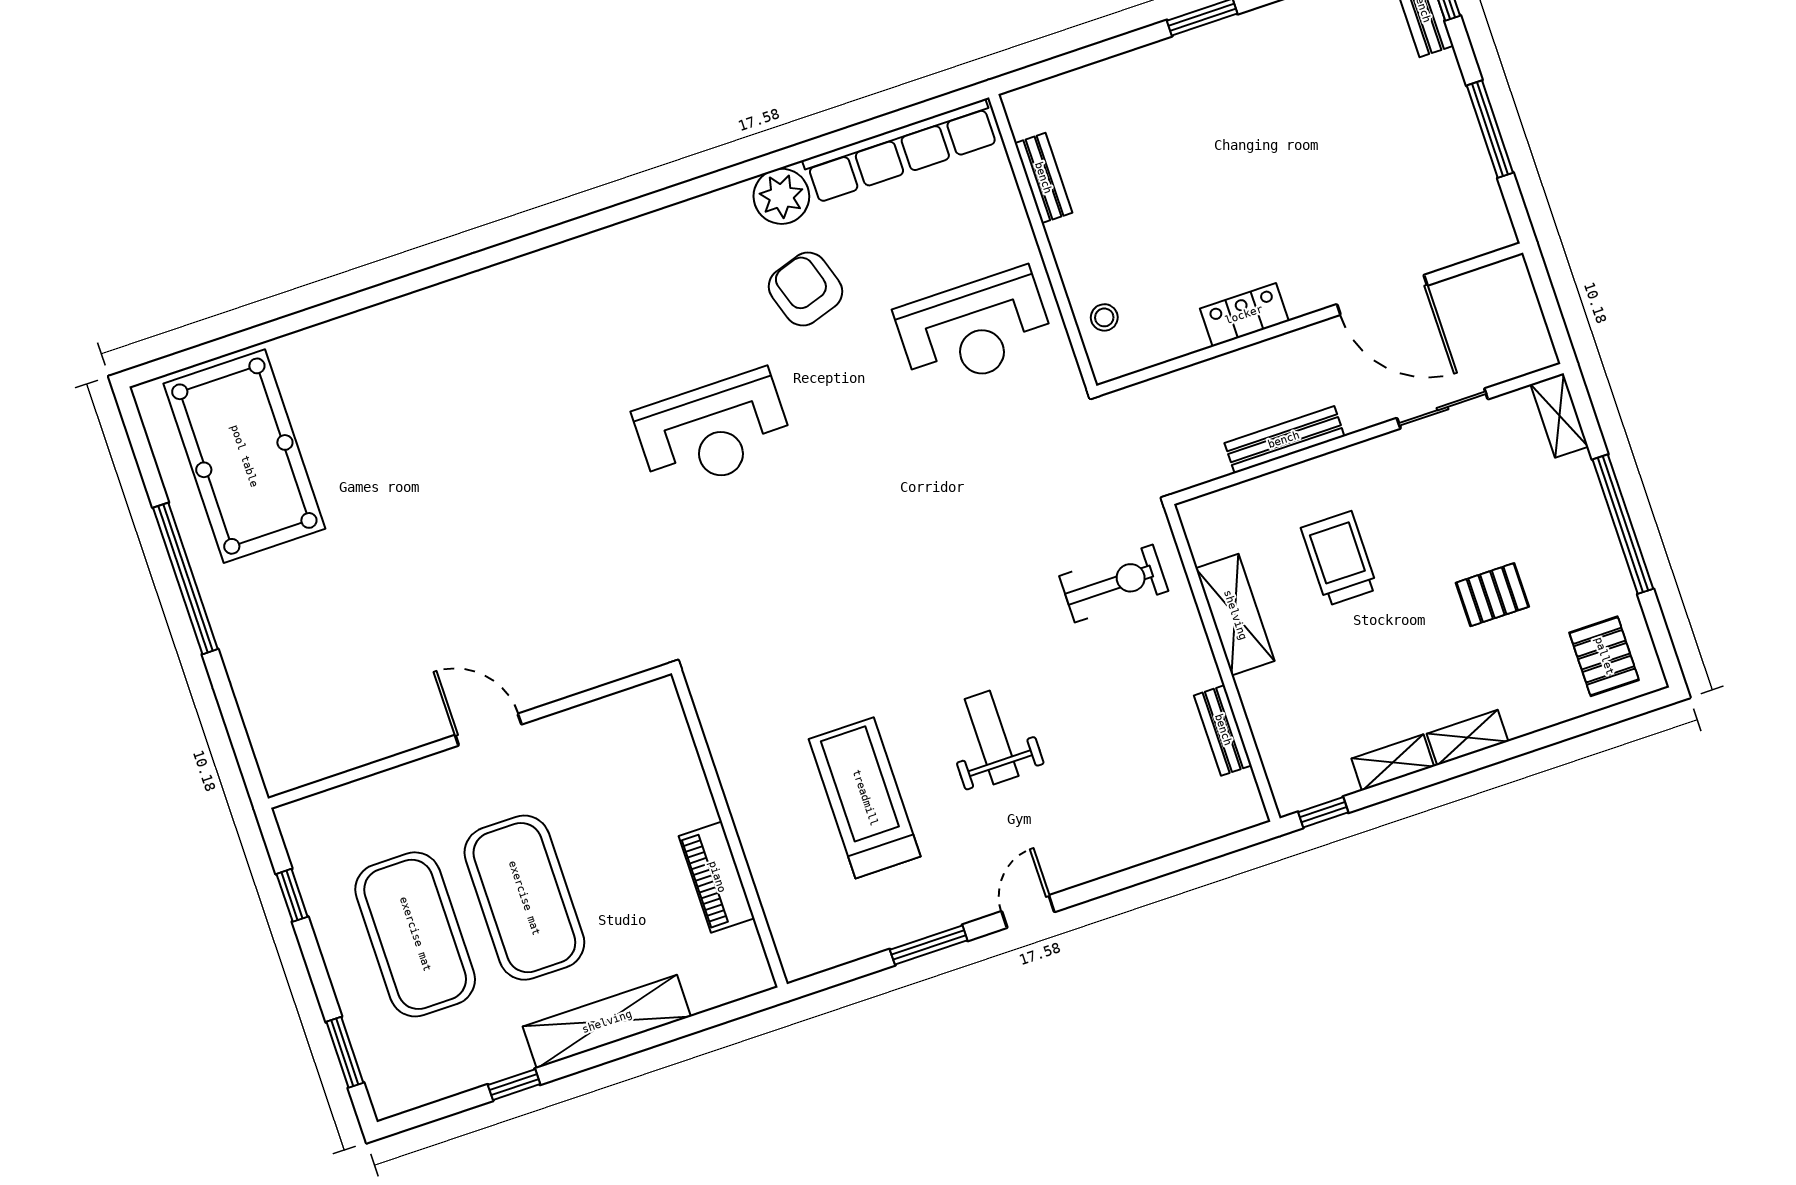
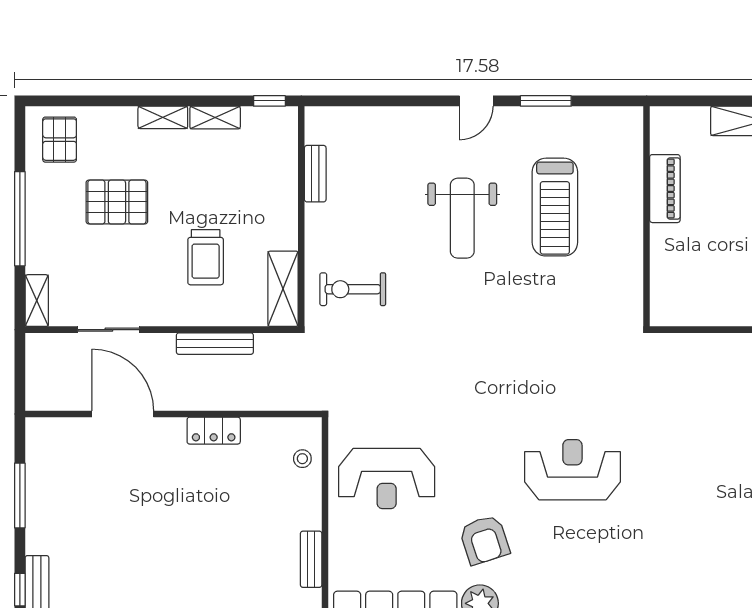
reception desk: (974, 329) -> (387, 479), turned 180
pallet: (1492, 595) -> (117, 202), width x1.50, depth x1.42
shelving: (1235, 615) -> (283, 289), moved
weight bench: (992, 738) -> (462, 218), width x1.36, depth x1.33

